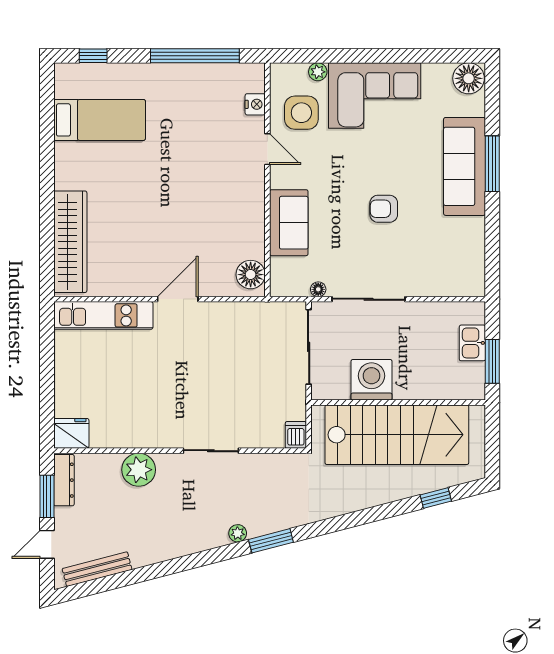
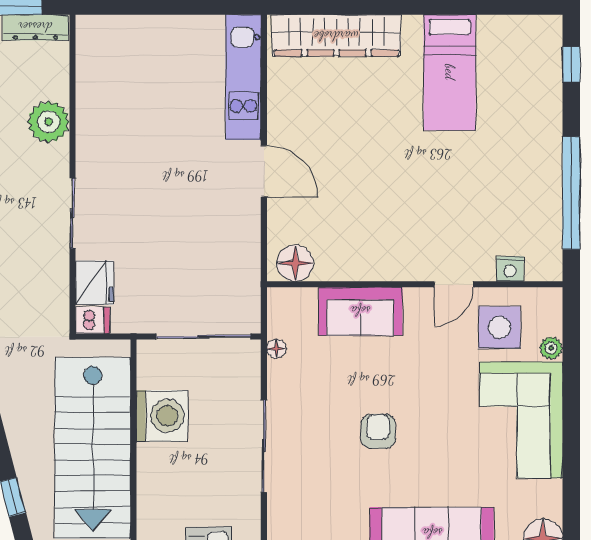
bed: (100, 120) -> (450, 72), moved
sliding door: (368, 299) -> (264, 446), moved
fridge: (71, 433) -> (94, 283), moved

